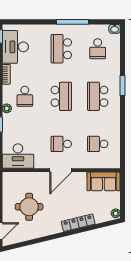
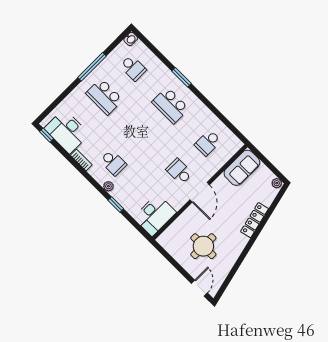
school desk: (61, 96) -> (142, 134), removed
school desk: (61, 144) -> (179, 171), turned 90

